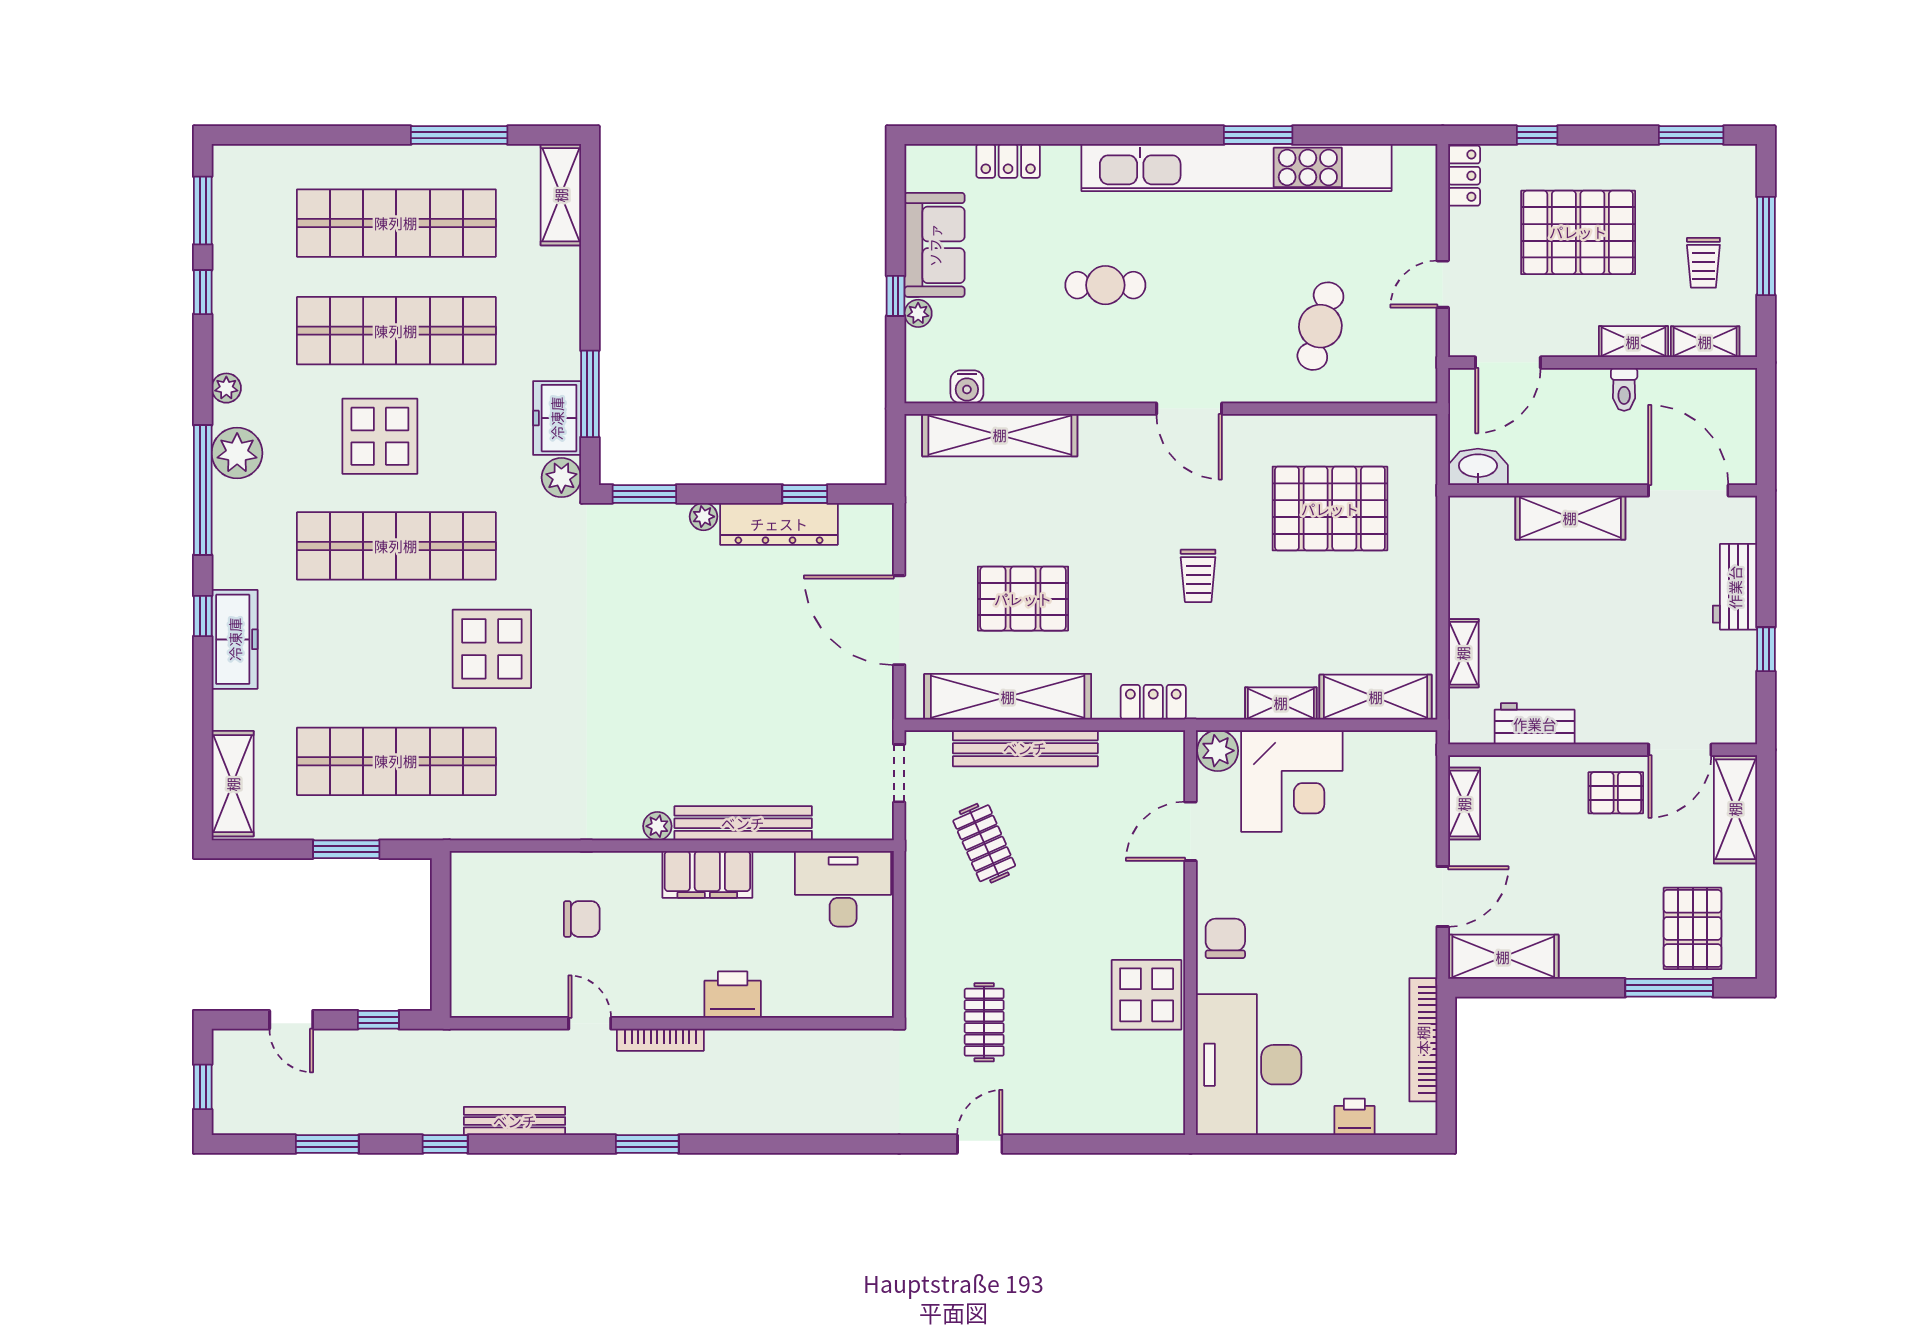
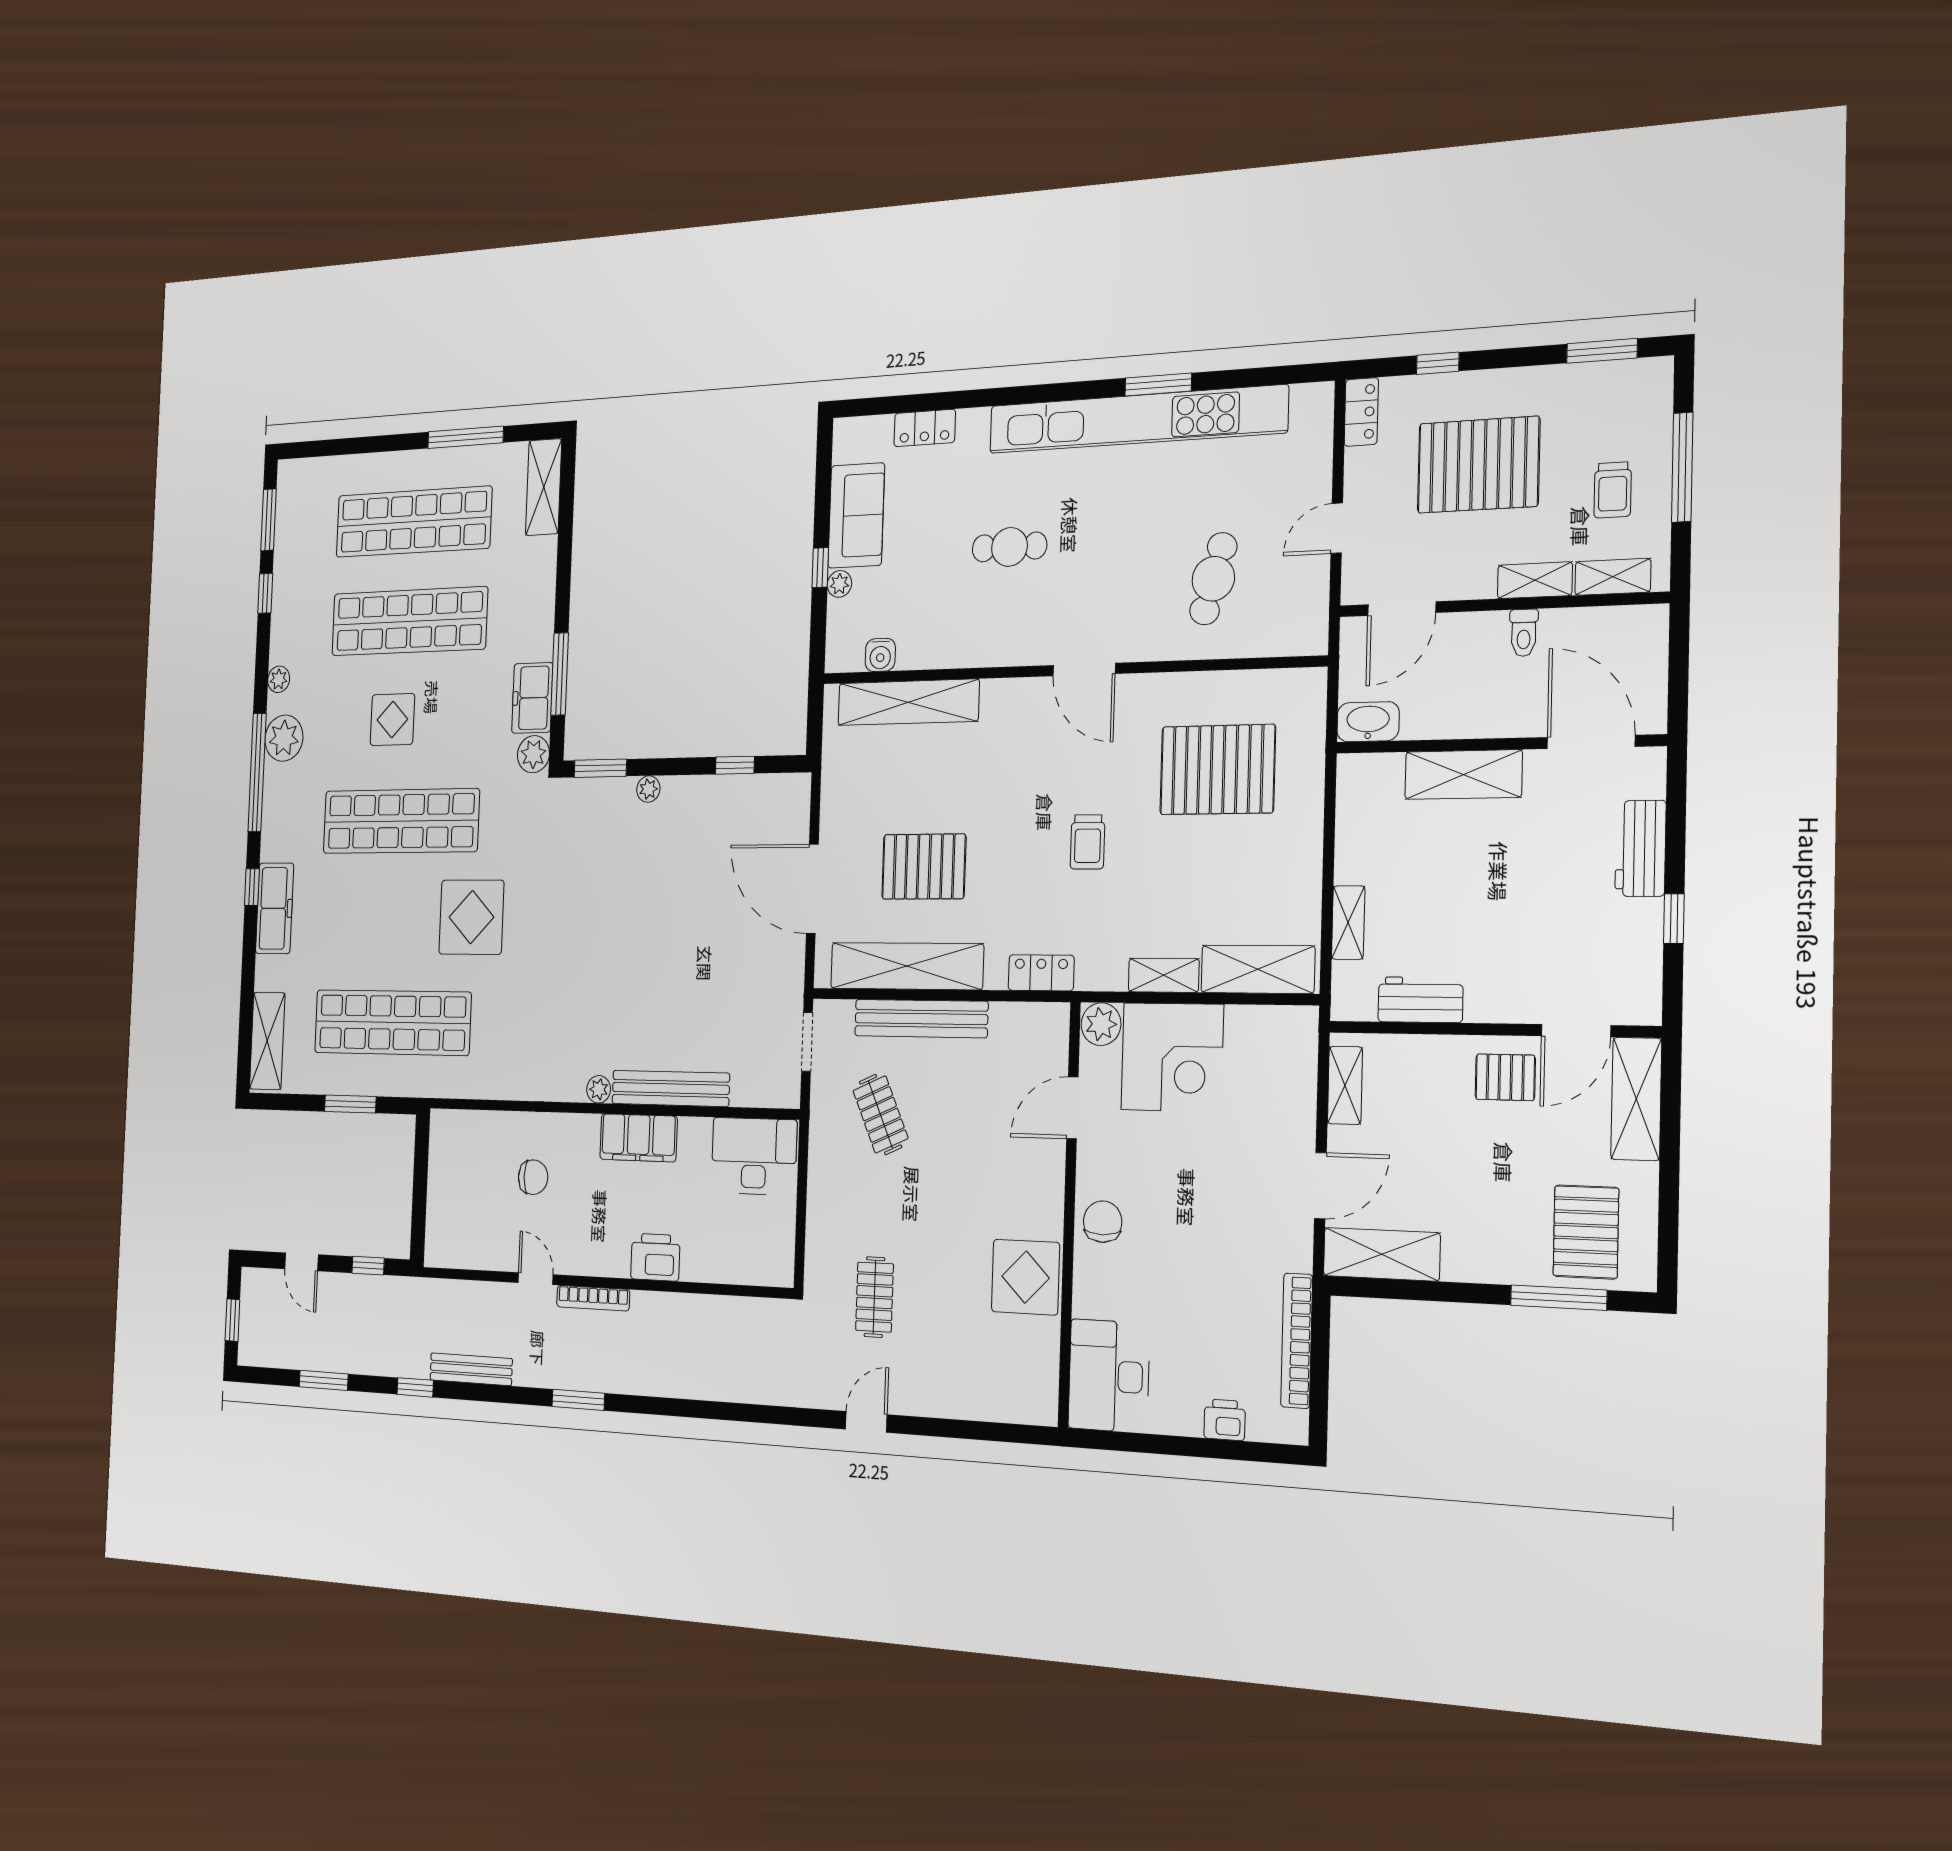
display table: (380, 436) -> (392, 719), width x0.73, depth x0.73
dresser: (779, 524) -> (712, 795), removed
desk: (1249, 1065) -> (1109, 1376), width x0.73, depth x0.77

